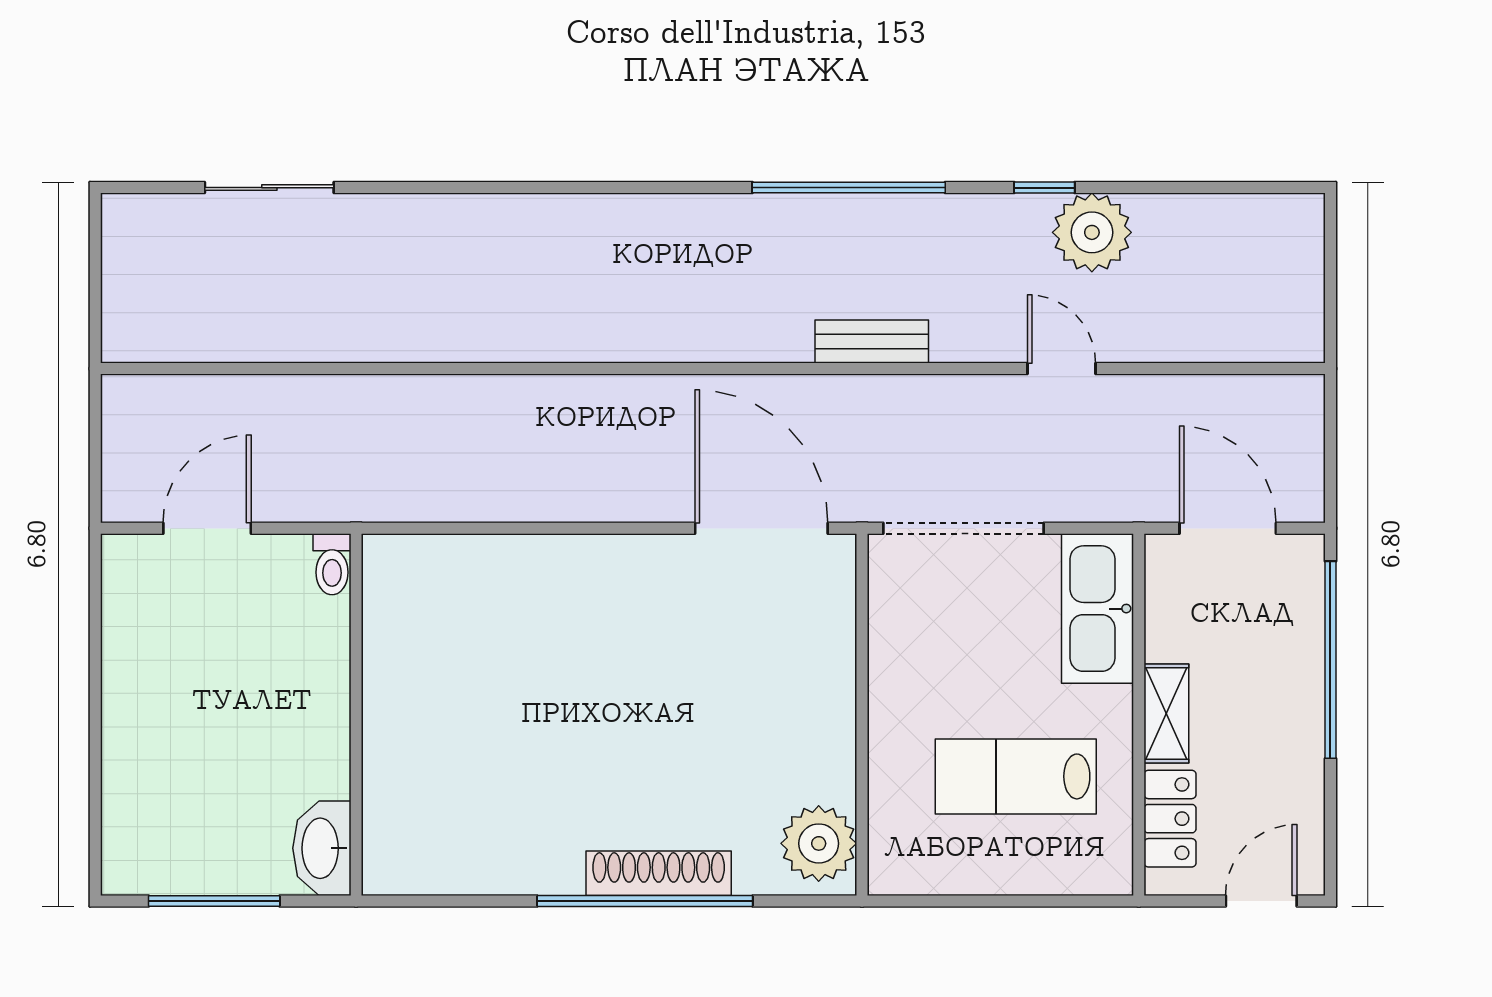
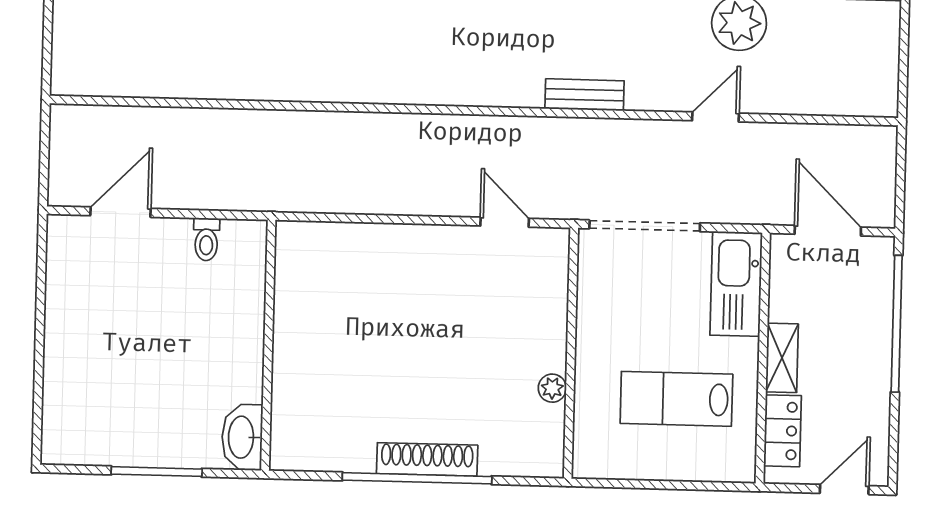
door: (1062, 369) -> (716, 117), hinge flipped
door: (761, 528) -> (505, 222), width x0.53
wall: (356, 715) -> (268, 345), moved
plant: (819, 843) -> (552, 388), moved, width x0.53, depth x0.53
washbasin: (322, 848) -> (242, 437), moved
window: (214, 901) -> (157, 472), moved

